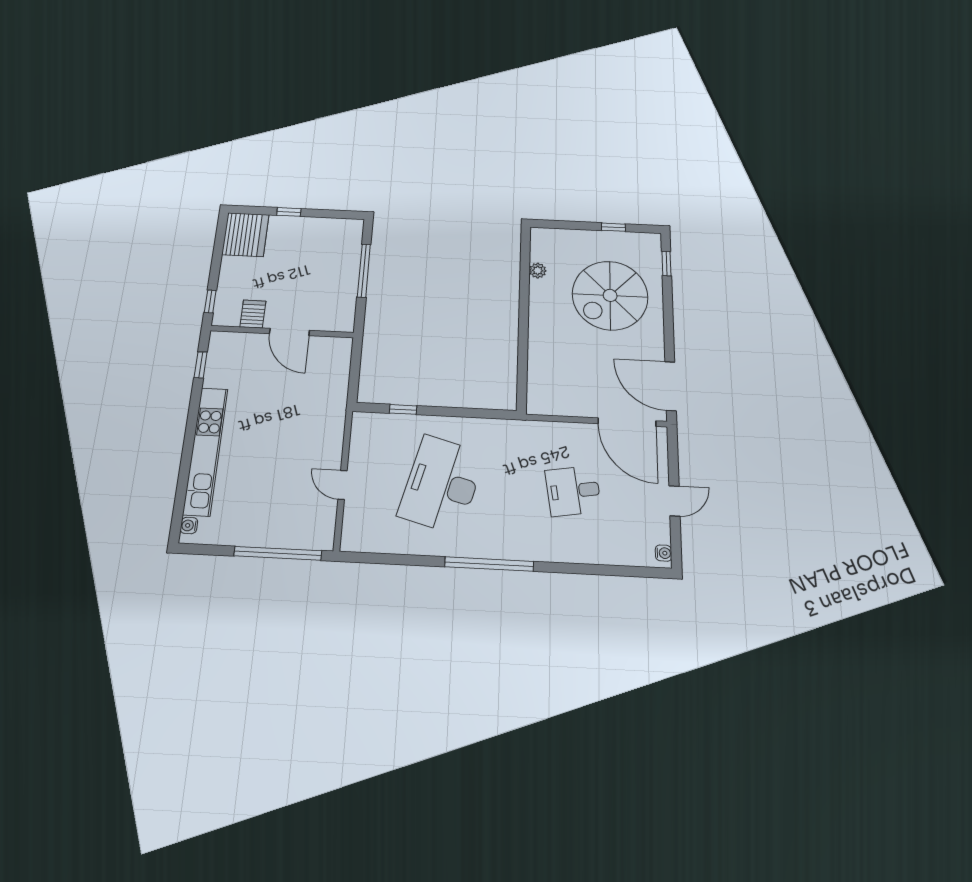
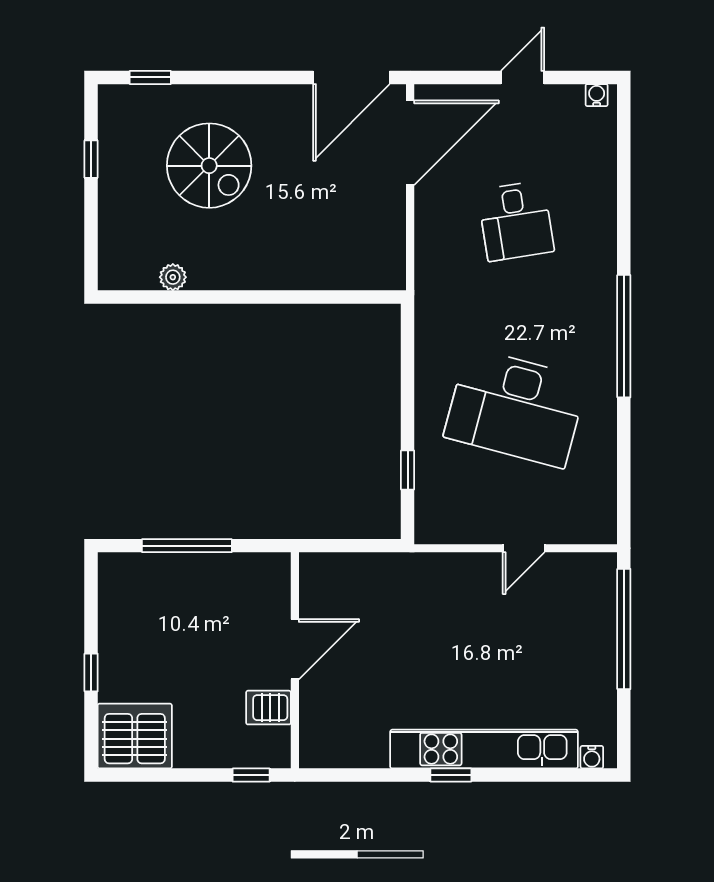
spiral stairs: (610, 295) -> (209, 166), width x0.73, depth x0.73
window: (201, 365) -> (451, 775), moved
door: (675, 501) -> (523, 77), hinge flipped

